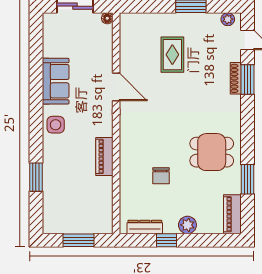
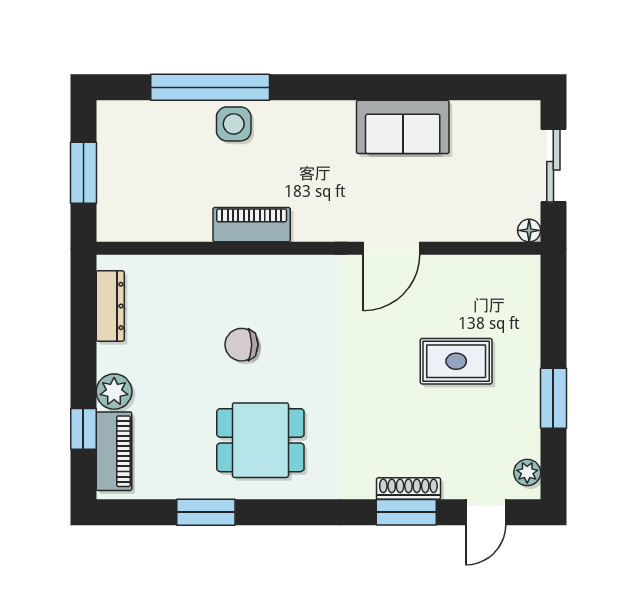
side table: (56, 125) -> (234, 124), moved
dining table: (212, 152) -> (260, 440), turned 90
chair: (161, 176) -> (242, 345), moved
window: (36, 177) -> (210, 87), width x2.11
piano: (232, 214) -> (114, 451), moved, turned 90
window: (167, 240) -> (83, 429), moved

